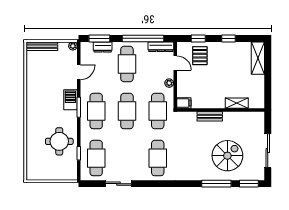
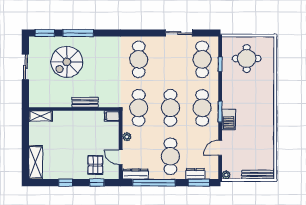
shelving: (237, 103) -> (41, 116), moved
round table: (59, 141) -> (247, 59), moved
sliding door: (268, 151) -> (25, 67), width x0.73

